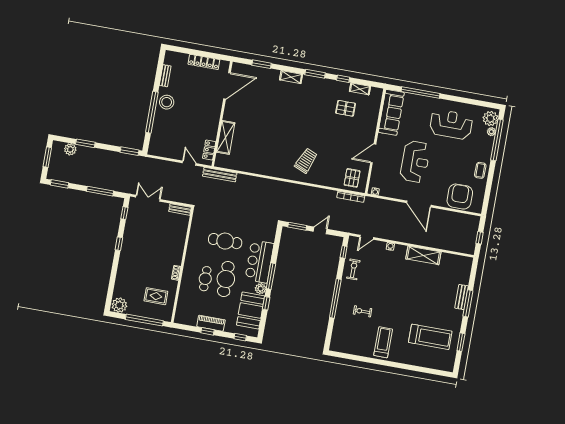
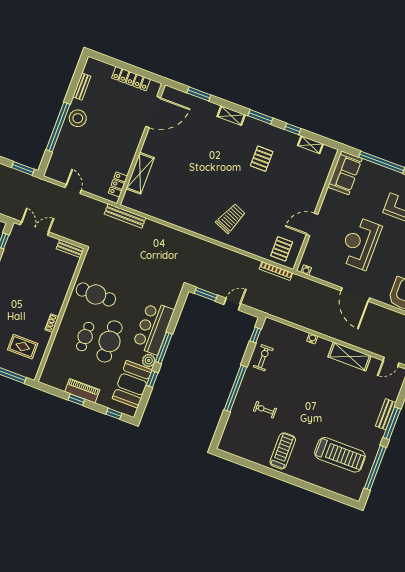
pallet: (346, 108) -> (262, 159), moved, turned 90
sofa: (391, 112) -> (345, 173), width x0.73
reception desk: (415, 162) -> (360, 243), turned 180
door: (189, 163) -> (73, 189), moved
door: (367, 237) -> (391, 362), moved
cafe table: (225, 241) -> (96, 294), moved
window: (461, 342) -> (375, 468), width x2.11

